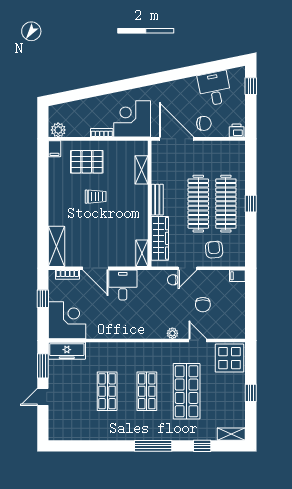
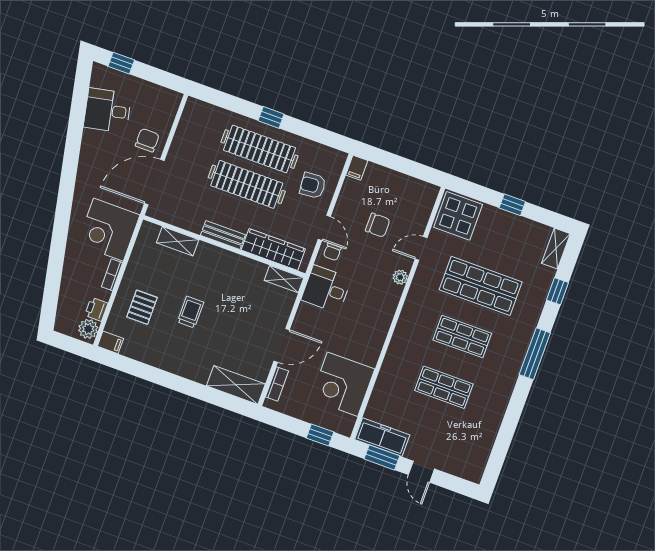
printer: (237, 131) -> (96, 309), moved
pallet: (87, 162) -> (142, 307), width x0.67, depth x0.71
desk: (123, 285) -> (326, 289), moved
window: (43, 299) -> (320, 435), moved
corner desk: (67, 320) -> (343, 384), moved, turned -90
freezer: (67, 351) -> (382, 437), moved, turned -90

